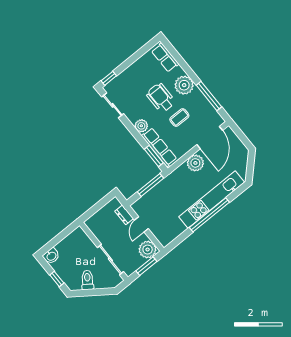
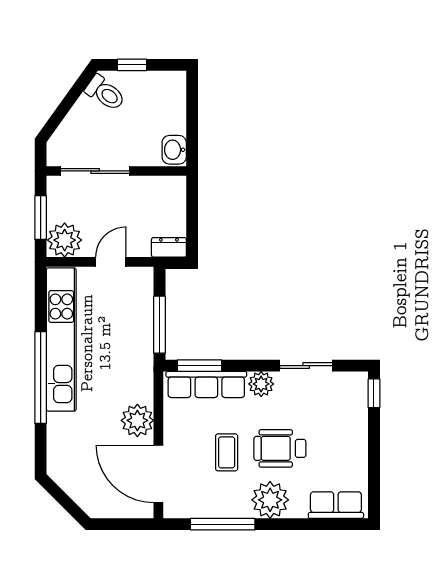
wheelchair: (161, 98) -> (280, 448), turned 180
sliding door: (113, 105) -> (306, 366), moved
kitchen unit: (212, 200) -> (61, 339), moved
dresser: (124, 215) -> (169, 247), moved
door: (141, 224) -> (111, 262), hinge flipped
washbasin: (51, 256) -> (174, 150), moved
toilet: (87, 280) -> (105, 93), moved

